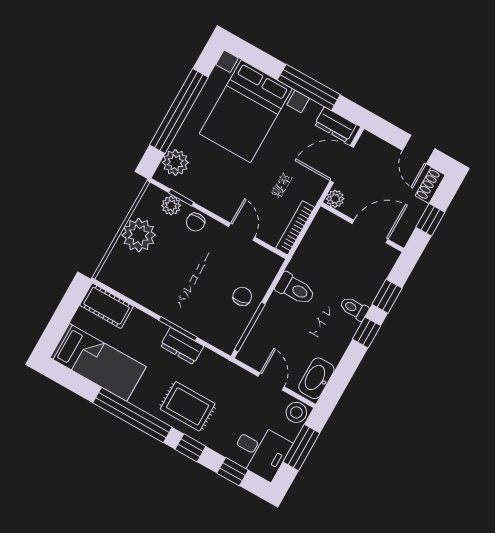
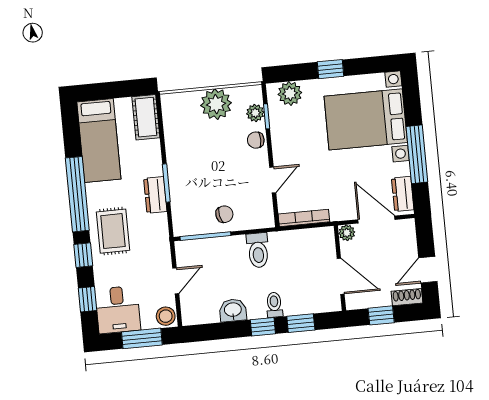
window: (179, 111) -> (331, 69), width x0.32
washbasin: (316, 378) -> (233, 310), moved, width x0.72

